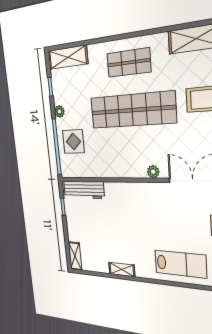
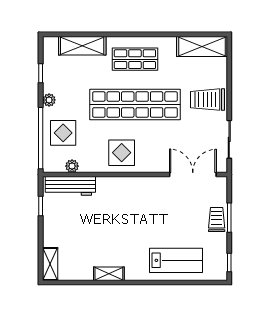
shelving: (68, 57) -> (82, 46), moved
display table: (124, 159) -> (122, 153), added
plant: (153, 172) -> (72, 166), moved

